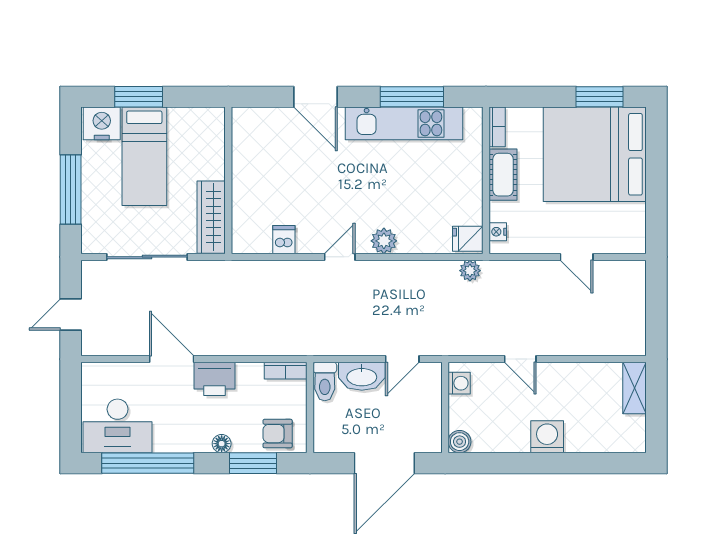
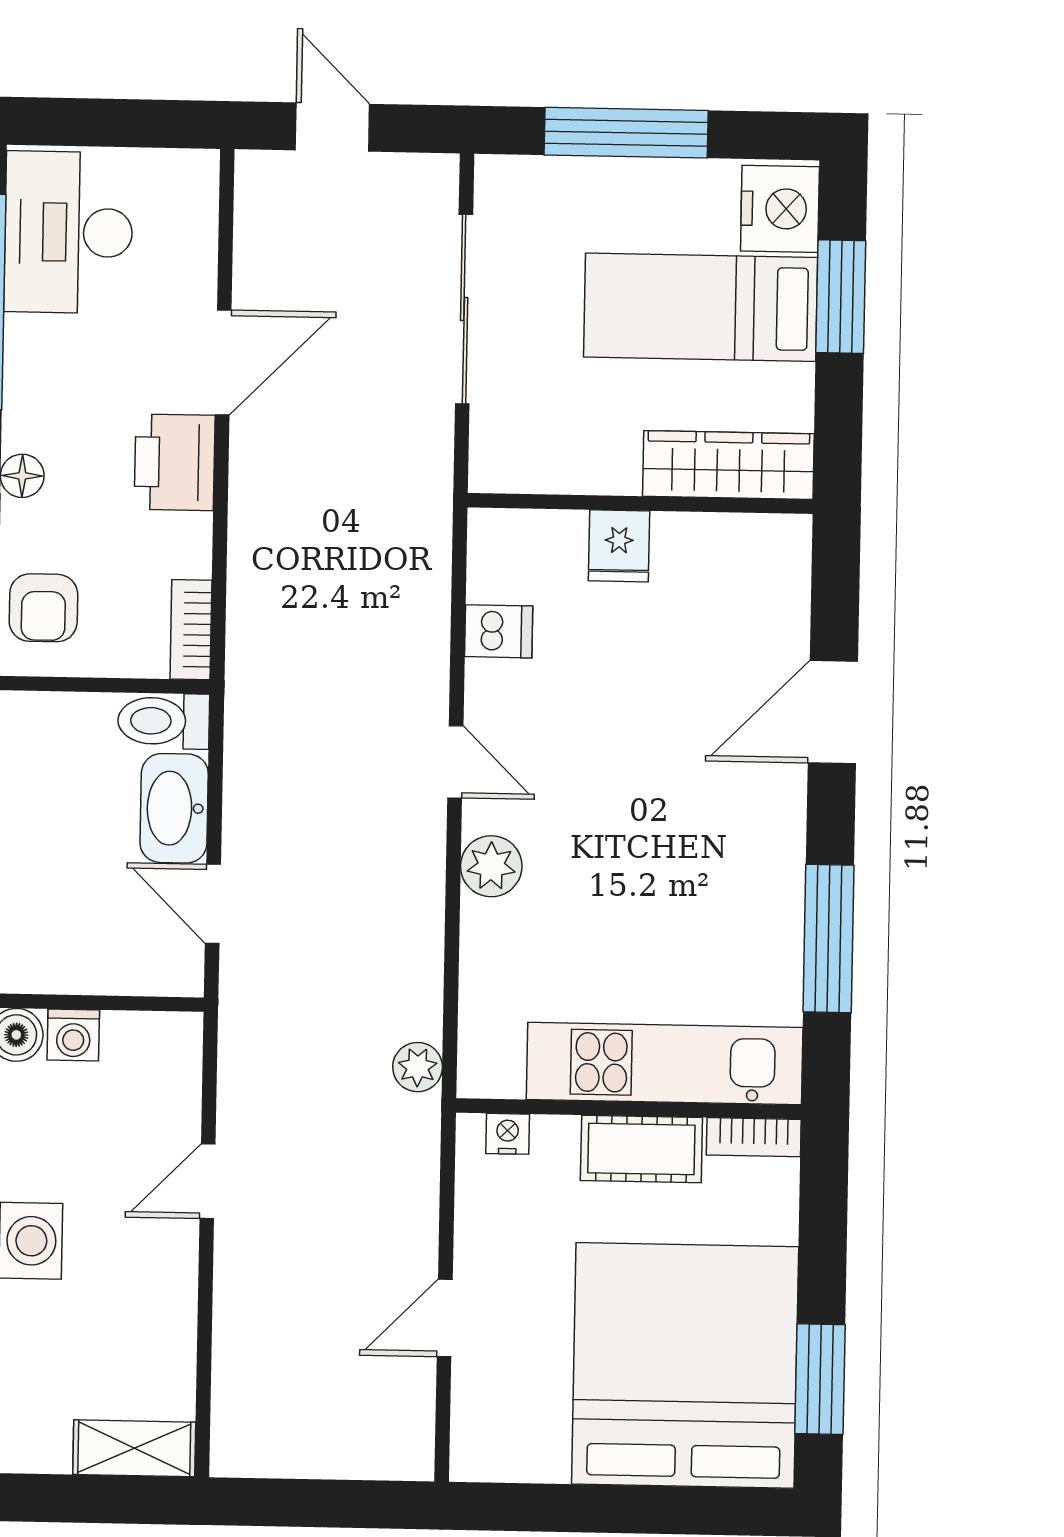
kitchen unit: (404, 123) -> (665, 1063), moved, turned 90
wardrobe: (211, 217) -> (728, 465), moved
fridge: (468, 239) -> (619, 546), moved, turned 180
washing machine: (459, 383) -> (73, 1035), moved
armchair: (278, 434) -> (43, 608), turned 180

